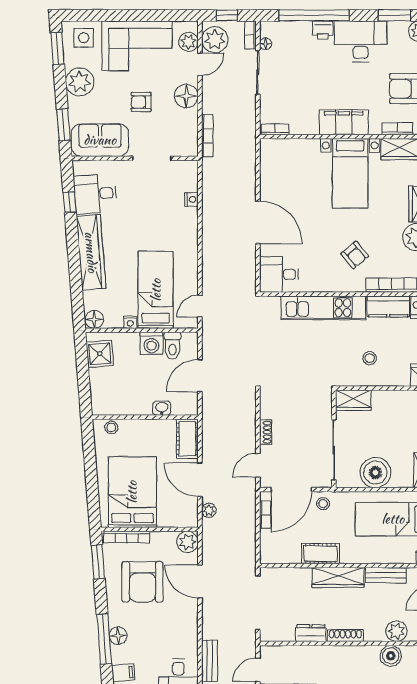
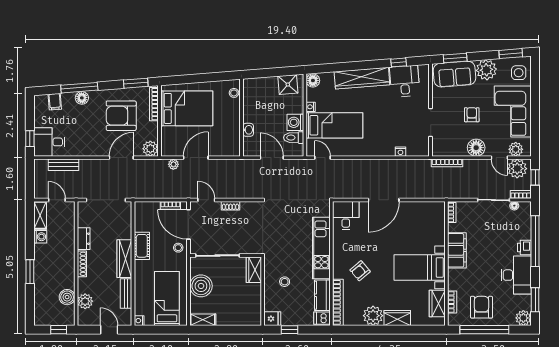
filing cabinet: (344, 122) -> (457, 250), moved
sofa: (100, 140) -> (455, 74), moved, turned 85
cot: (187, 439) -> (226, 148), removed

